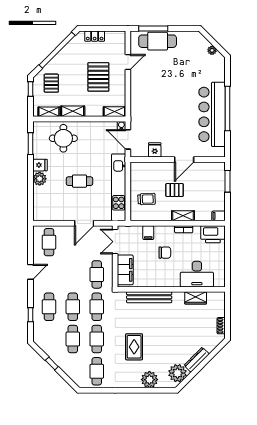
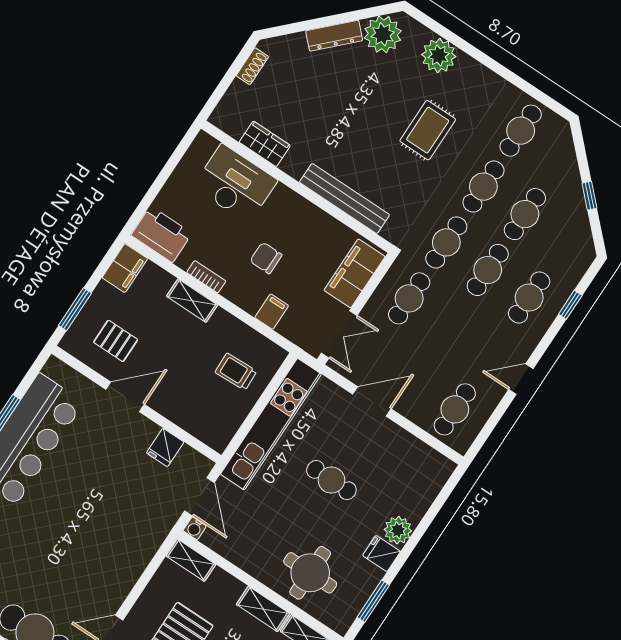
pallet: (175, 190) -> (116, 341), moved
filing cabinet: (219, 216) -> (125, 268), width x2.00

